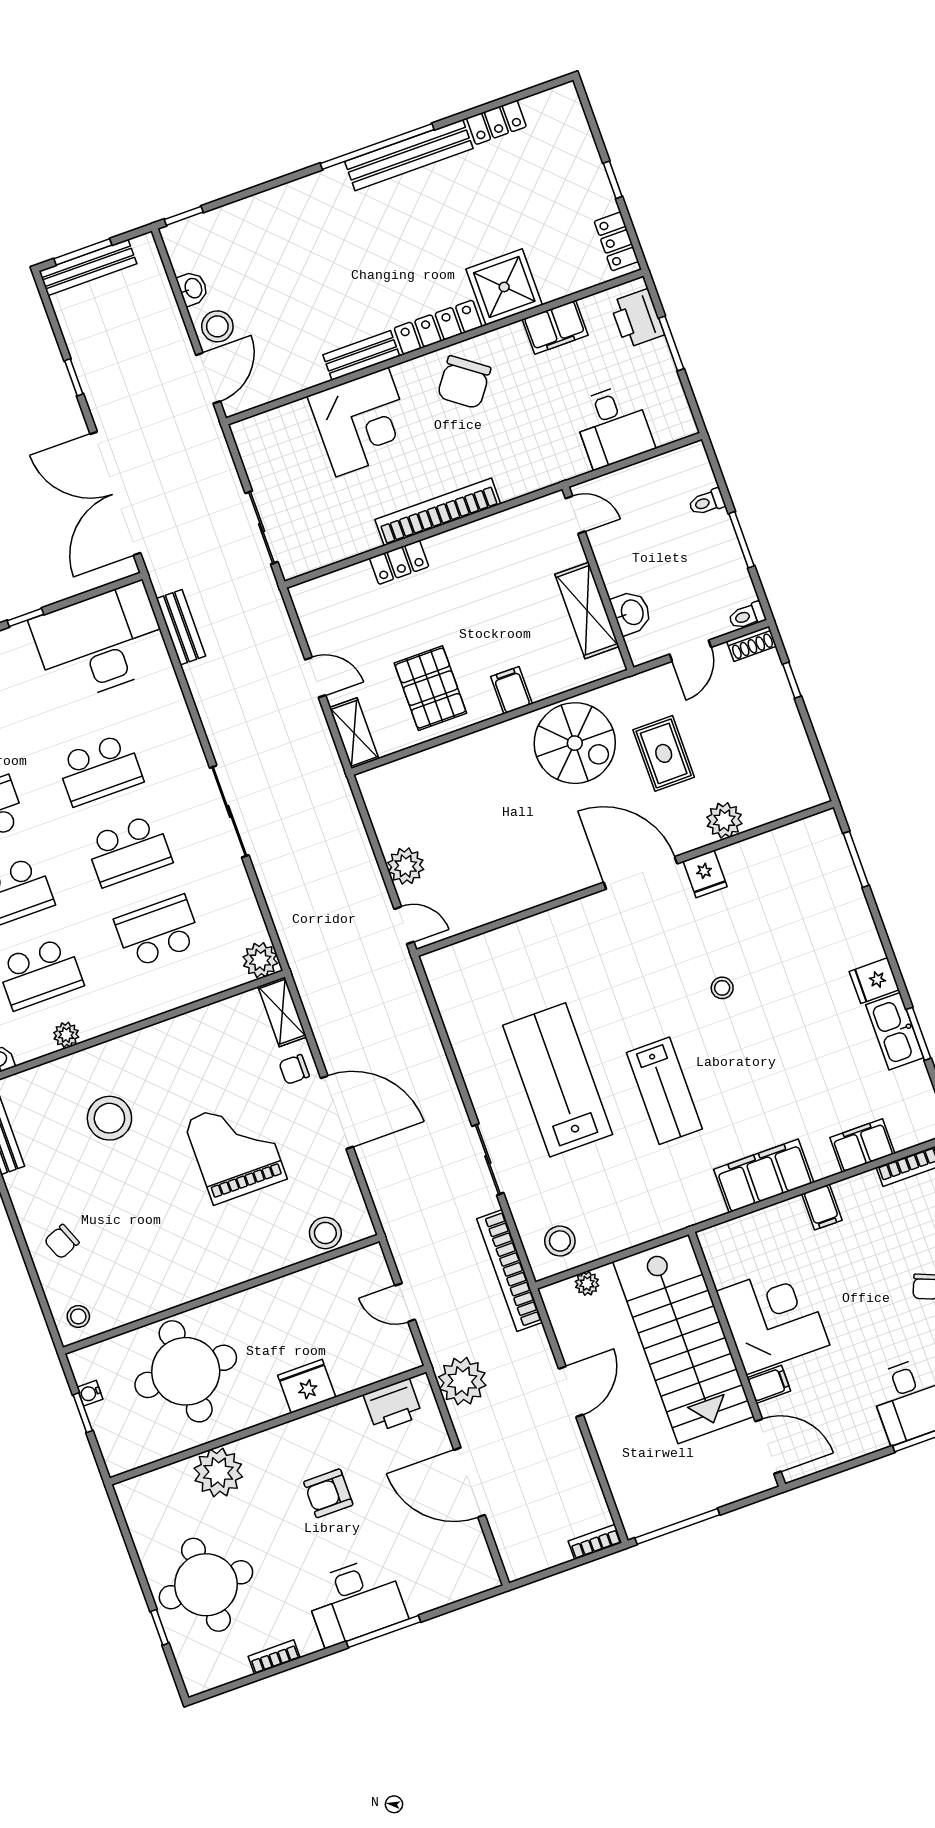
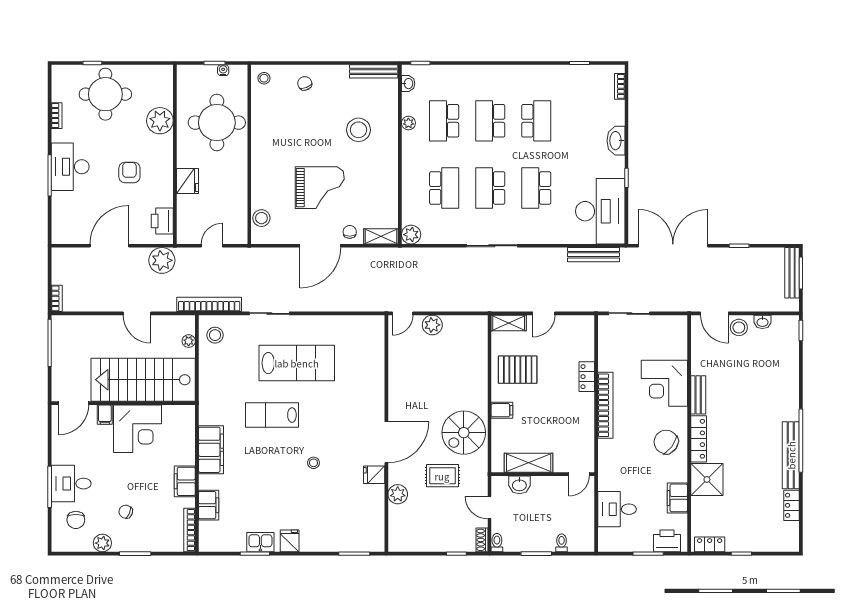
bench: (181, 627) -> (593, 255), width x1.36
kitchen sink: (895, 1031) -> (260, 542), width x0.73
filing cabinet: (822, 1207) -> (185, 481), width x2.00

